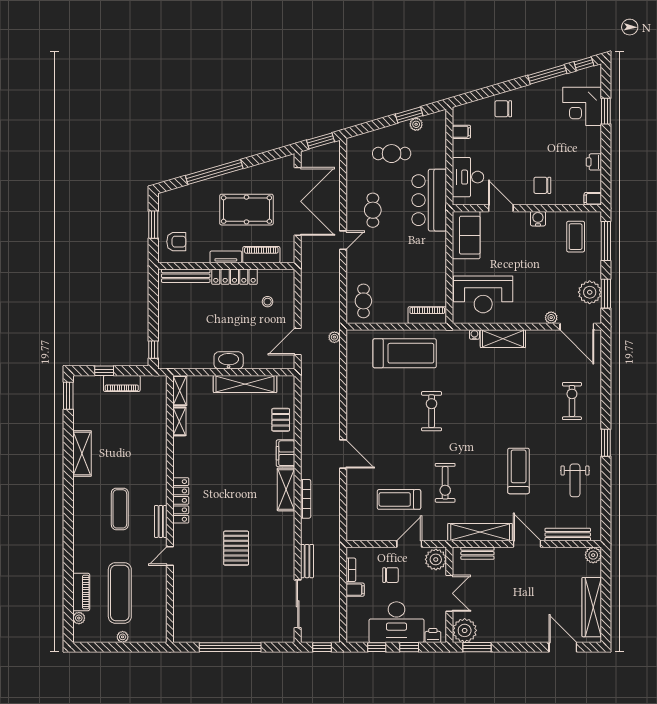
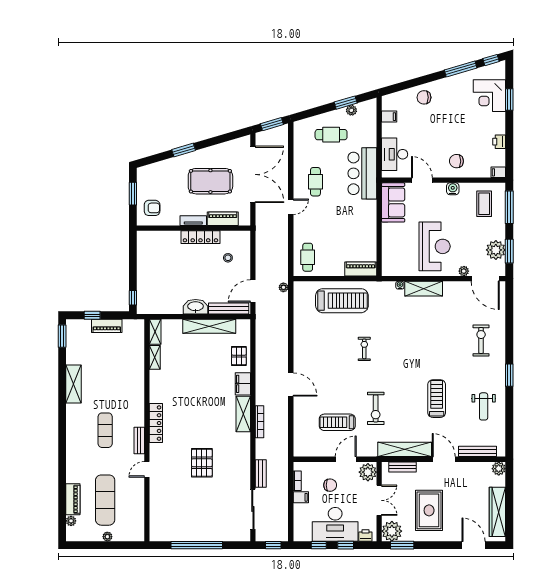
window: (214, 172) -> (184, 150), width x0.47
bench: (186, 276) -> (229, 308), moved
reception desk: (483, 294) -> (435, 246), moved, turned -90
exercise bike: (432, 411) -> (364, 349), width x0.73, depth x0.72
rug: (509, 605) -> (429, 510), added

